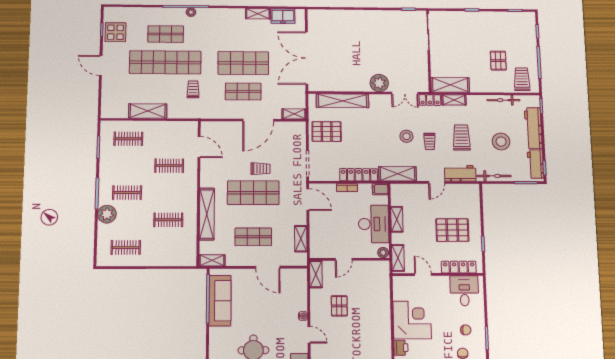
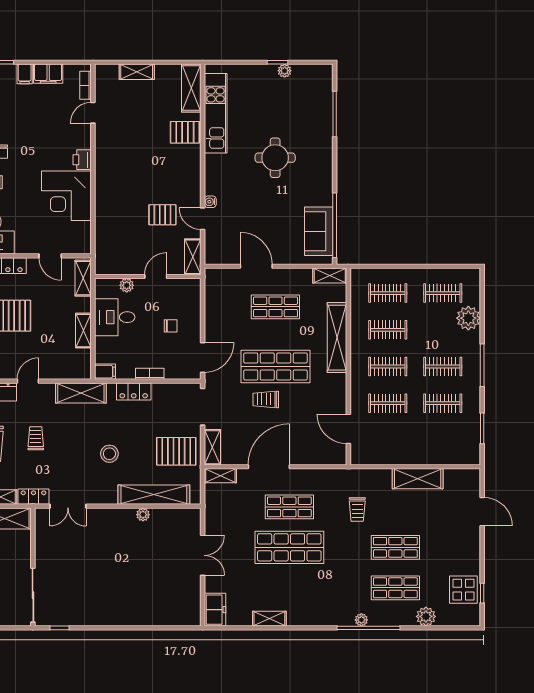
plant: (144, 14) -> (426, 616), added
freezer: (283, 16) -> (215, 610), moved, turned 90
double door: (307, 58) -> (203, 555), width x0.54
shop shelf: (165, 62) -> (395, 547), width x0.50, depth x0.74
door: (101, 65) -> (482, 512), moved
plant: (379, 83) -> (143, 515), moved, width x0.53, depth x0.53
double door: (405, 93) -> (68, 506), swing flipped
stool: (406, 136) -> (109, 454), moved
clothes rail: (128, 139) -> (443, 403), moved
locker: (359, 175) -> (134, 391), width x0.66
clothes rail: (169, 193) -> (388, 367), added
door: (308, 199) -> (203, 357), swing flipped
plant: (107, 214) -> (468, 318), moved
chair: (332, 223) -> (171, 326), added
desk: (374, 224) -> (115, 317), width x0.73
shelving: (301, 239) -> (212, 447), moved
clothes rail: (168, 247) -> (388, 293), added
plant: (383, 253) -> (127, 285), moved
sofa: (220, 301) -> (319, 231), width x0.73
pallet: (339, 306) -> (162, 215), turned 90
door: (309, 335) -> (203, 219), moved

